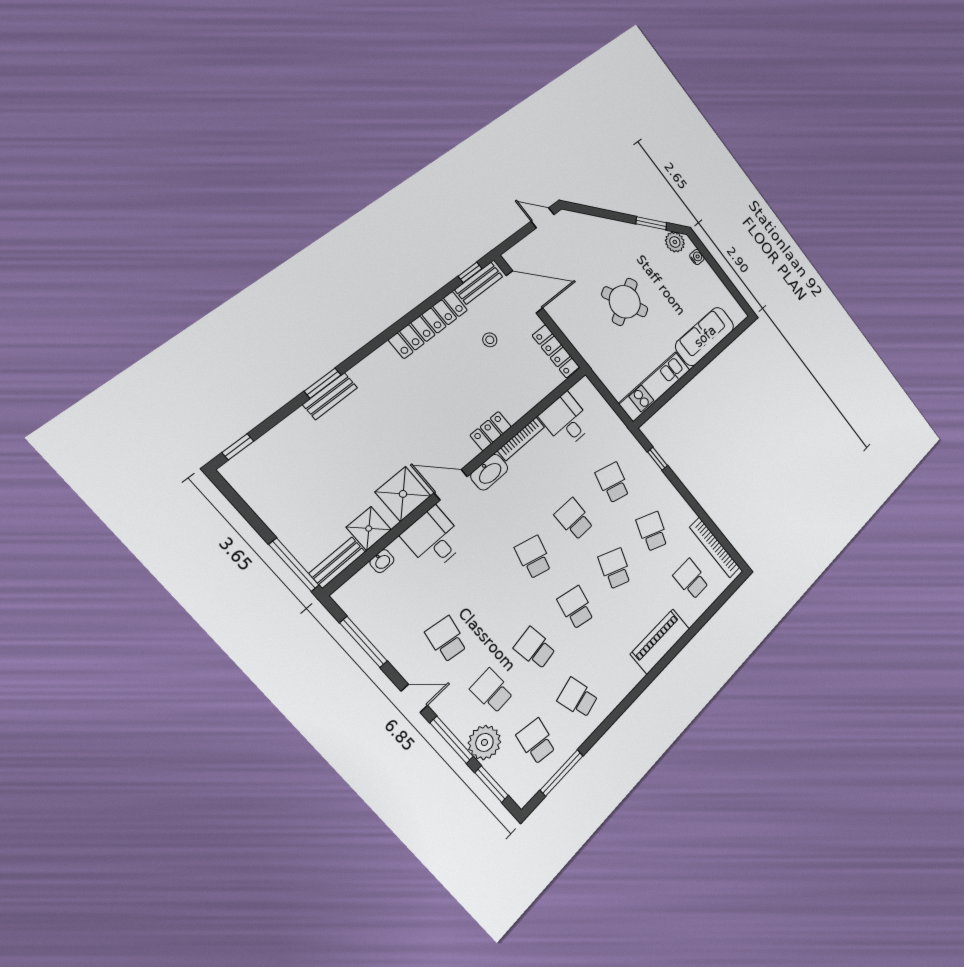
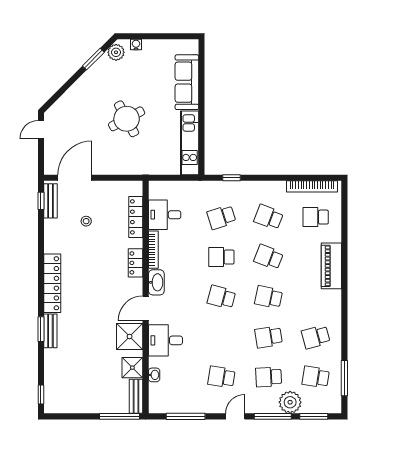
locker: (428, 325) -> (52, 283), moved
locker: (556, 351) -> (136, 217), moved, turned 90
school desk: (613, 483) -> (221, 217), turned -33

